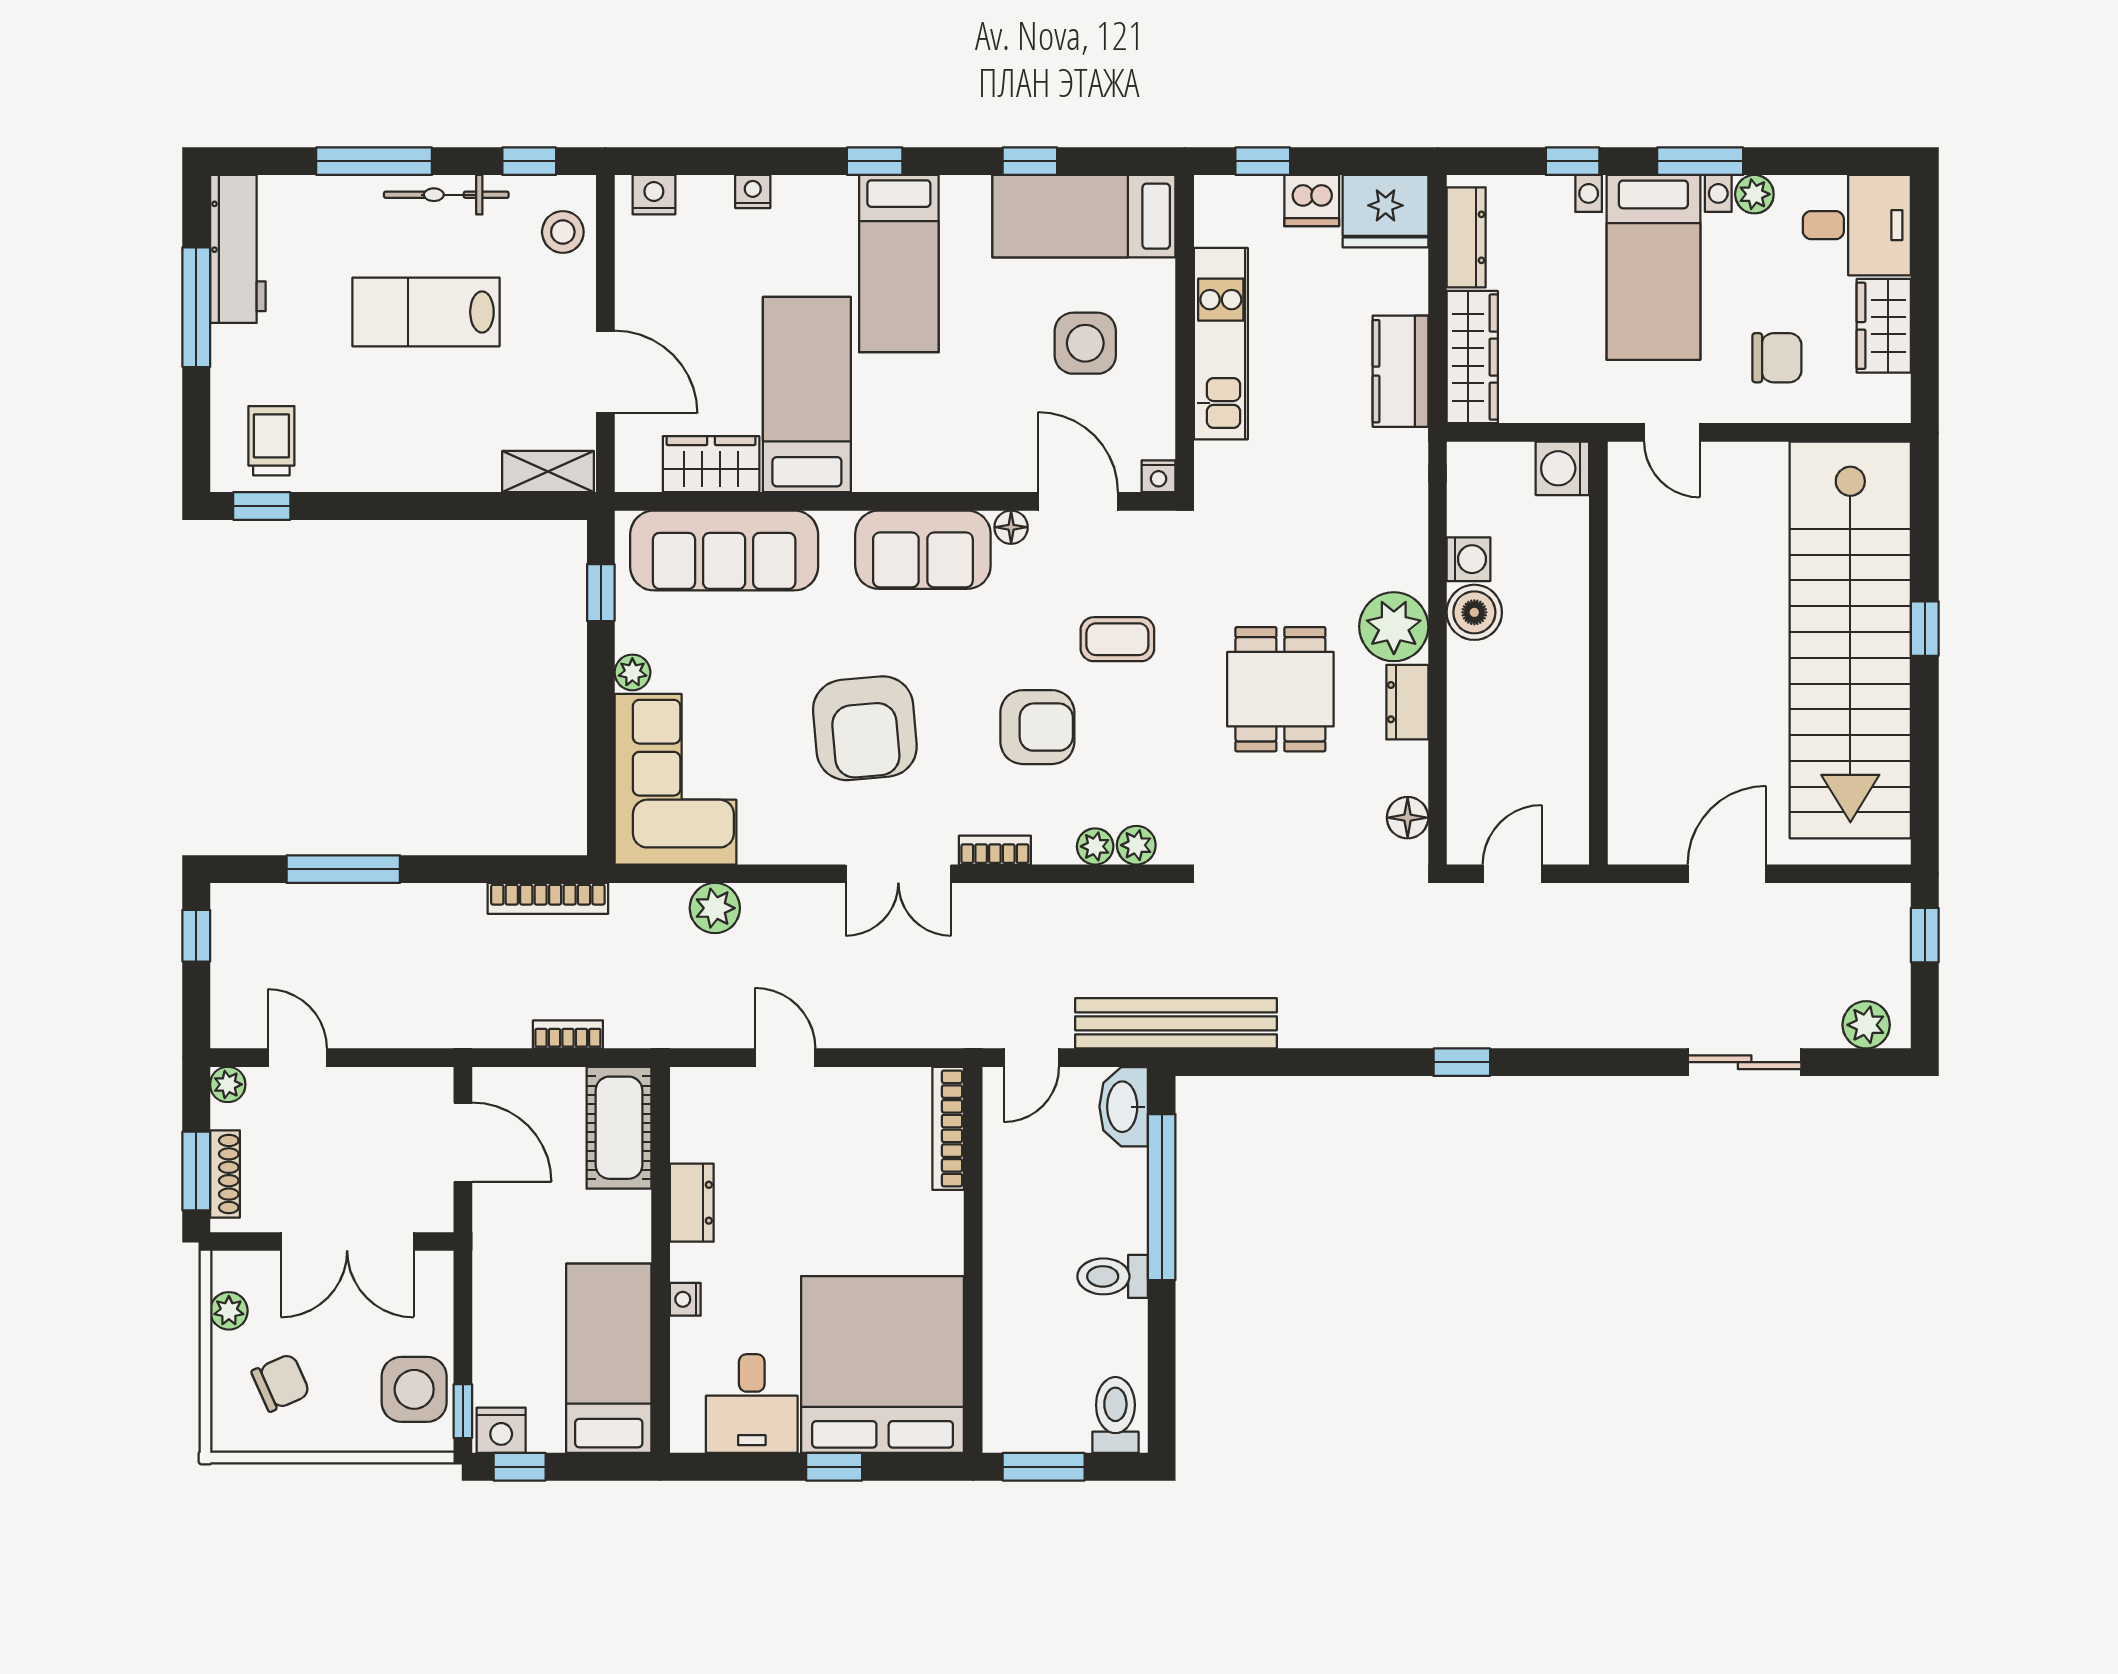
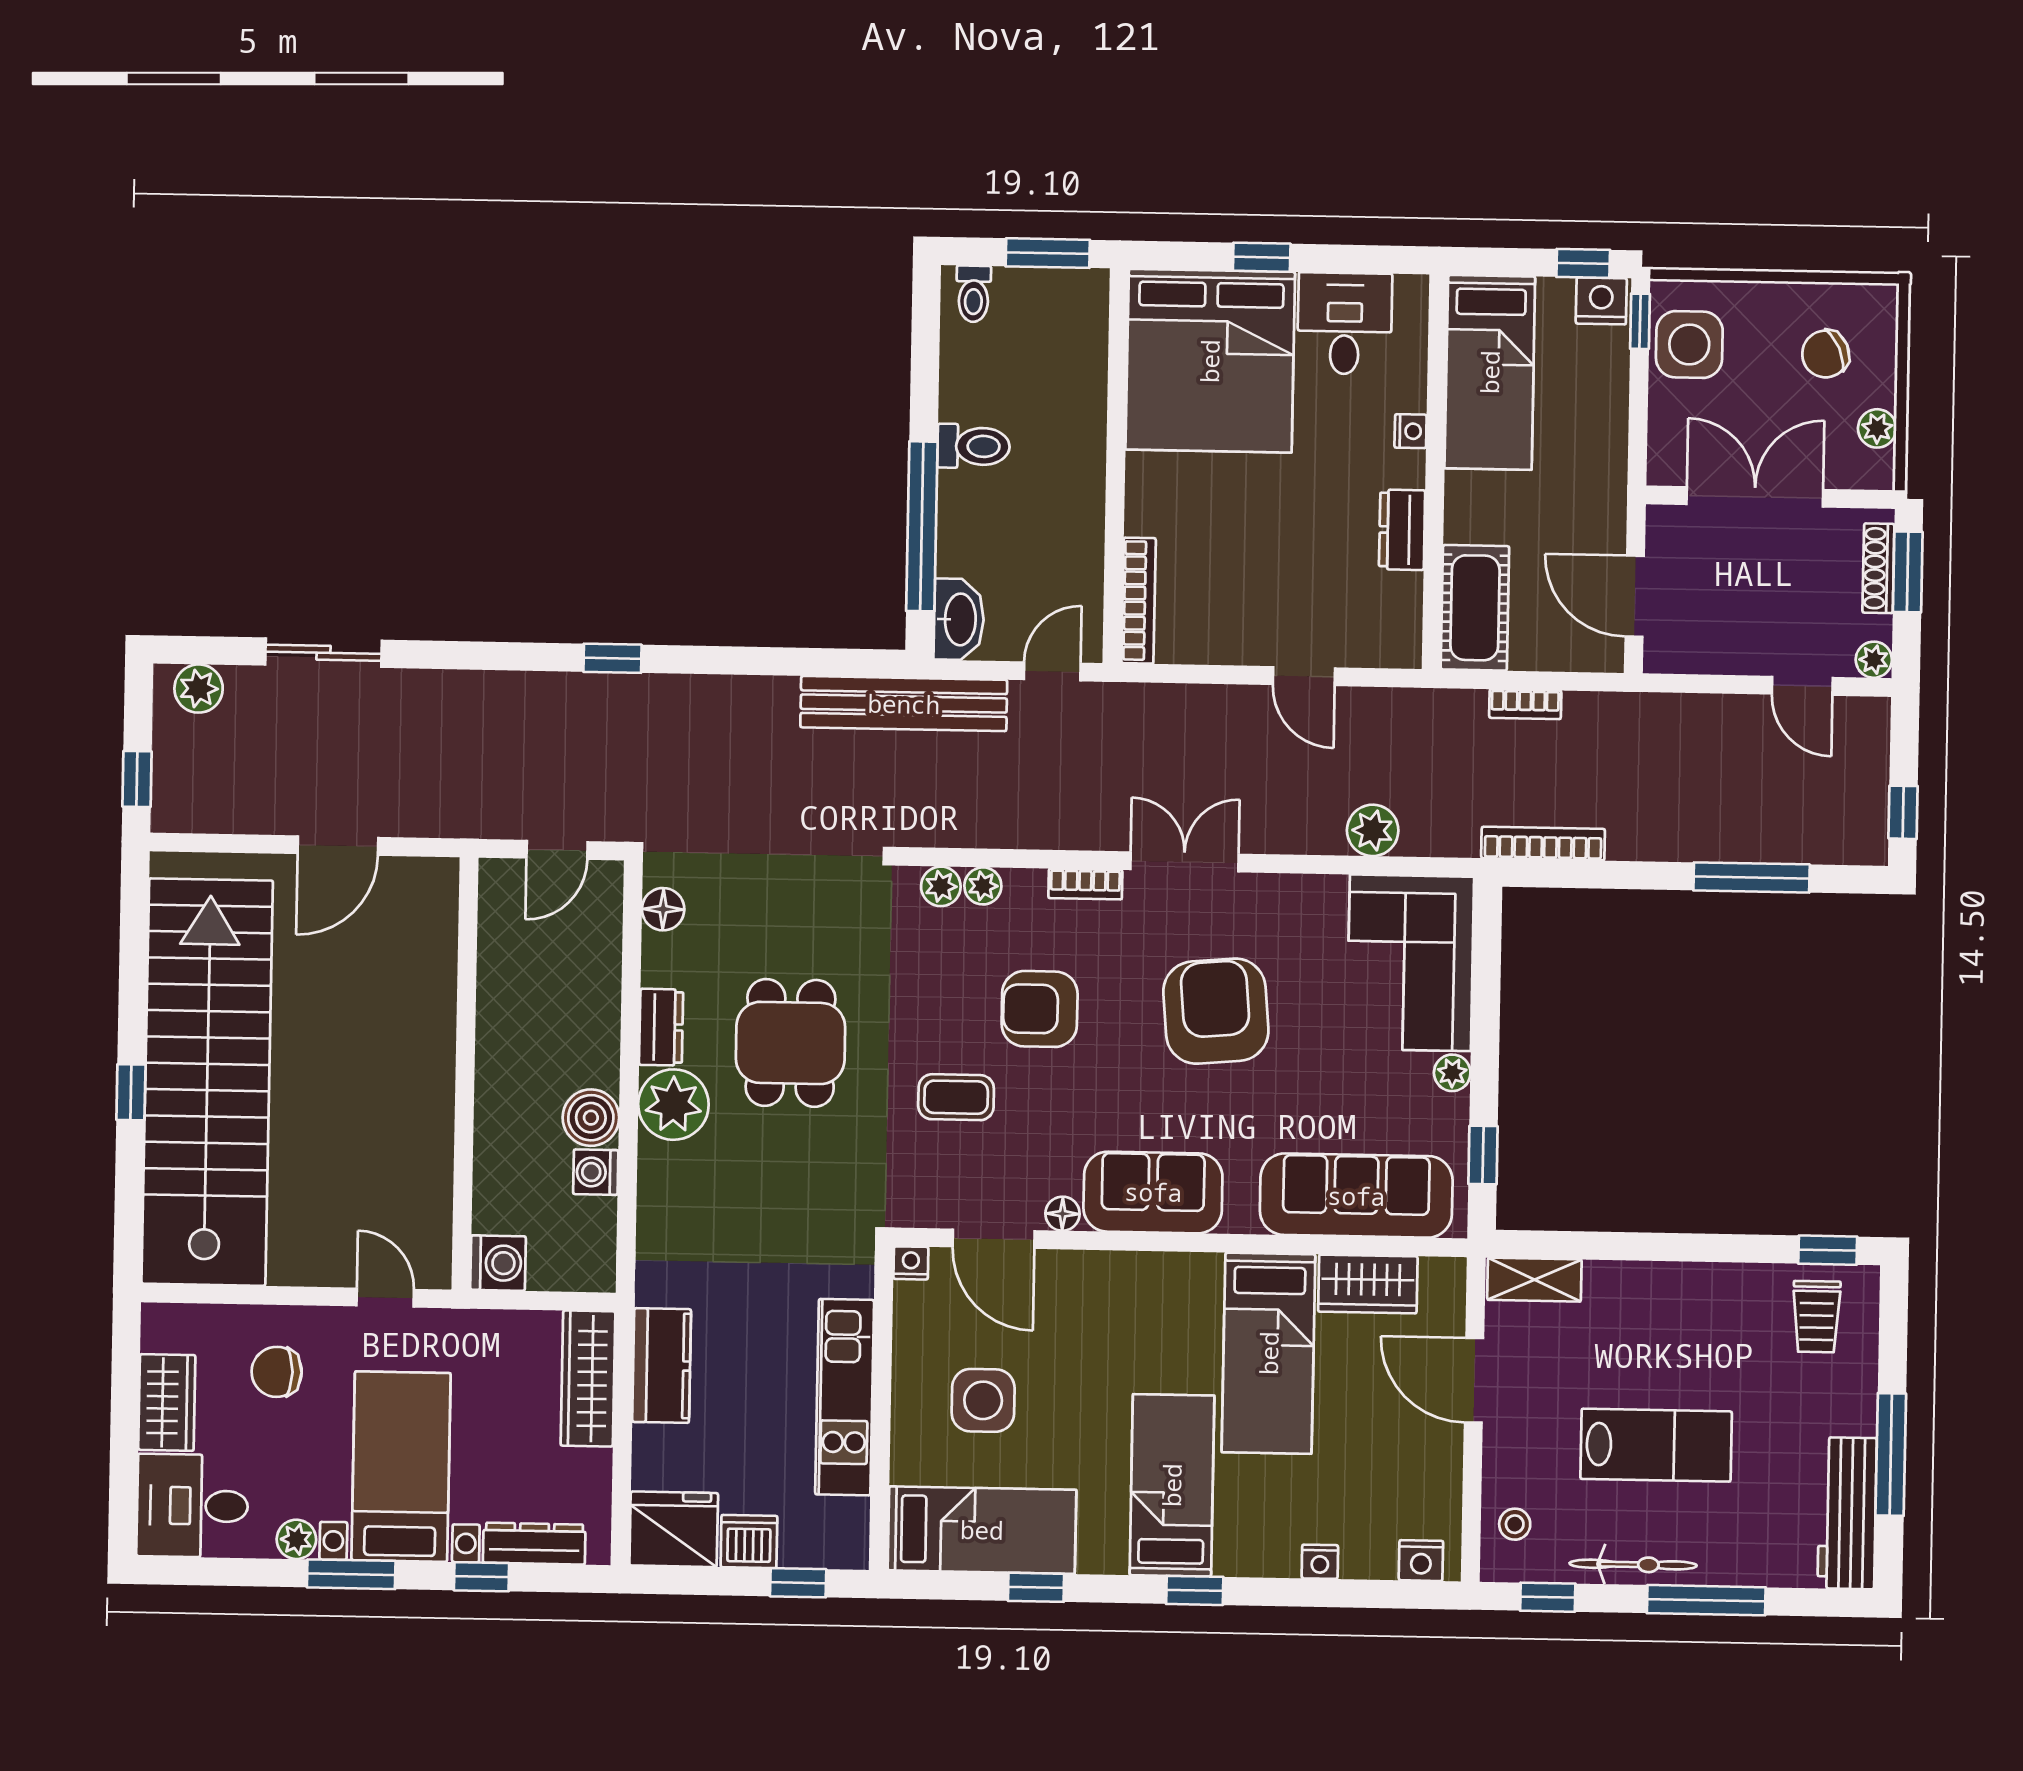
stool: (563, 232) -> (1515, 1524), width x0.73, depth x0.73
dresser: (1466, 237) -> (534, 1544), moved, turned 90
toilet: (1115, 1415) -> (974, 294), width x0.73, depth x0.72

